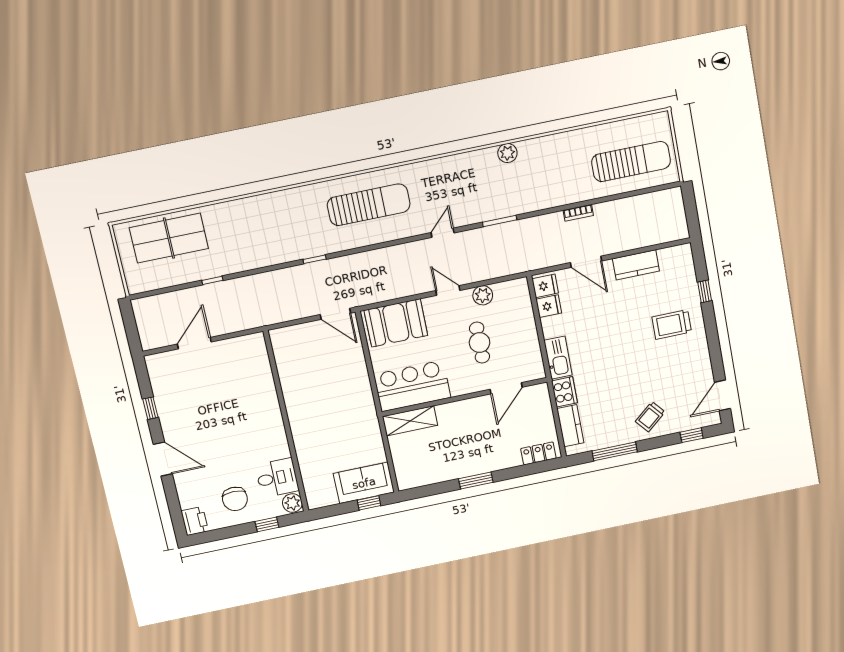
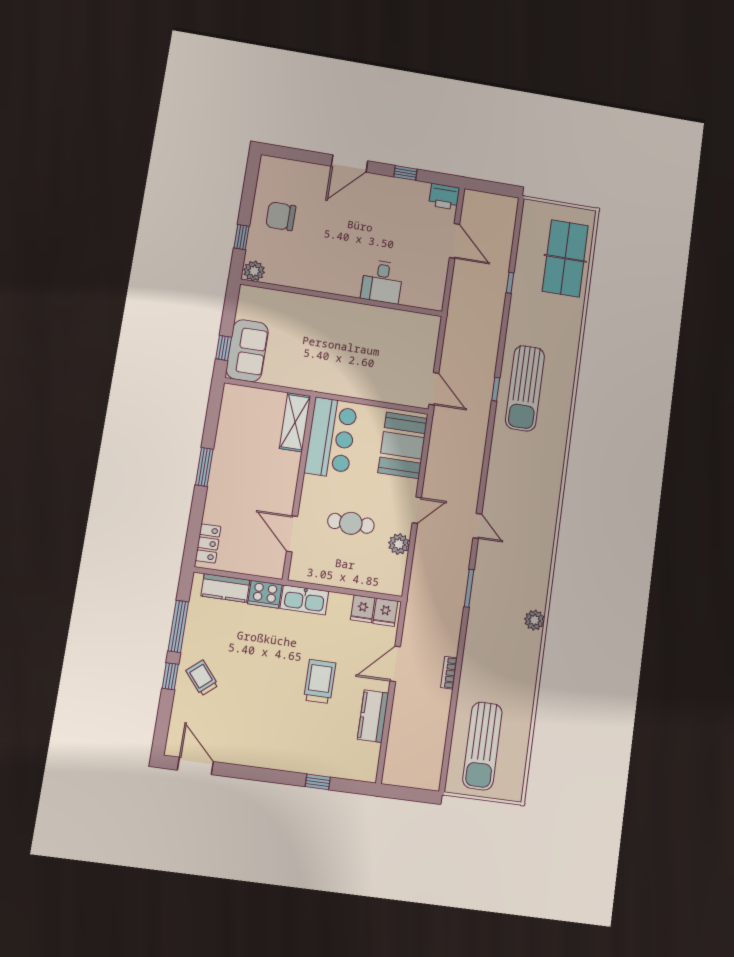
sun lounger: (369, 205) -> (525, 388), moved
door: (335, 314) -> (434, 389), swing flipped
trolley: (672, 324) -> (320, 681), moved
window: (692, 435) -> (170, 676), moved
desk: (277, 478) -> (382, 282), moved
printer: (195, 521) -> (444, 197), moved

